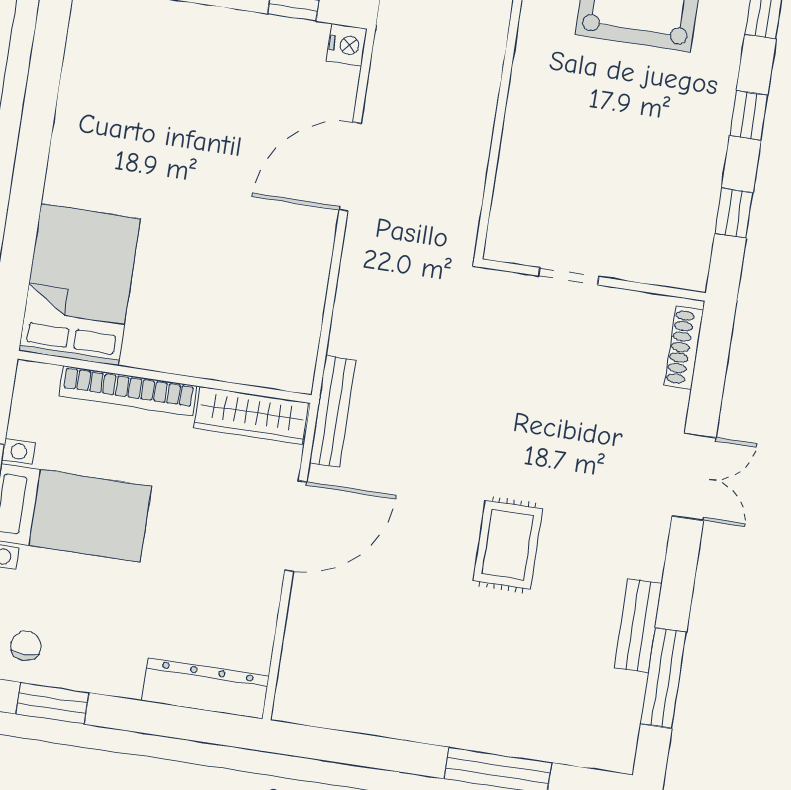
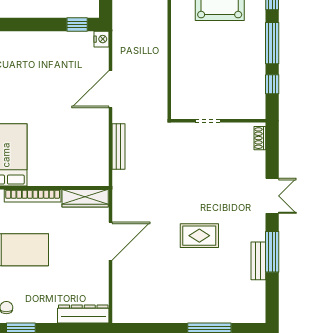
window: (749, 115) -> (272, 43), width x2.17
shoe rack: (684, 348) -> (260, 138), width x0.70
bench: (333, 412) -> (119, 146), moved
rug: (508, 545) -> (199, 236), turned 90
window: (664, 678) -> (272, 252), moved

